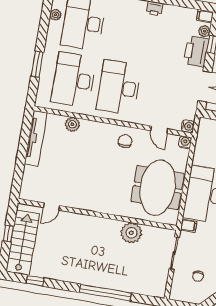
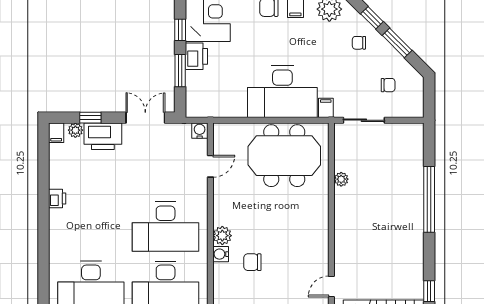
plant: (72, 124) -> (222, 236), moved
chair: (125, 141) -> (252, 262), moved
water cooler: (185, 142) -> (221, 254), moved
door: (51, 207) -> (331, 286), swing flipped
plant: (131, 233) -> (341, 179), width x0.53, depth x0.53

